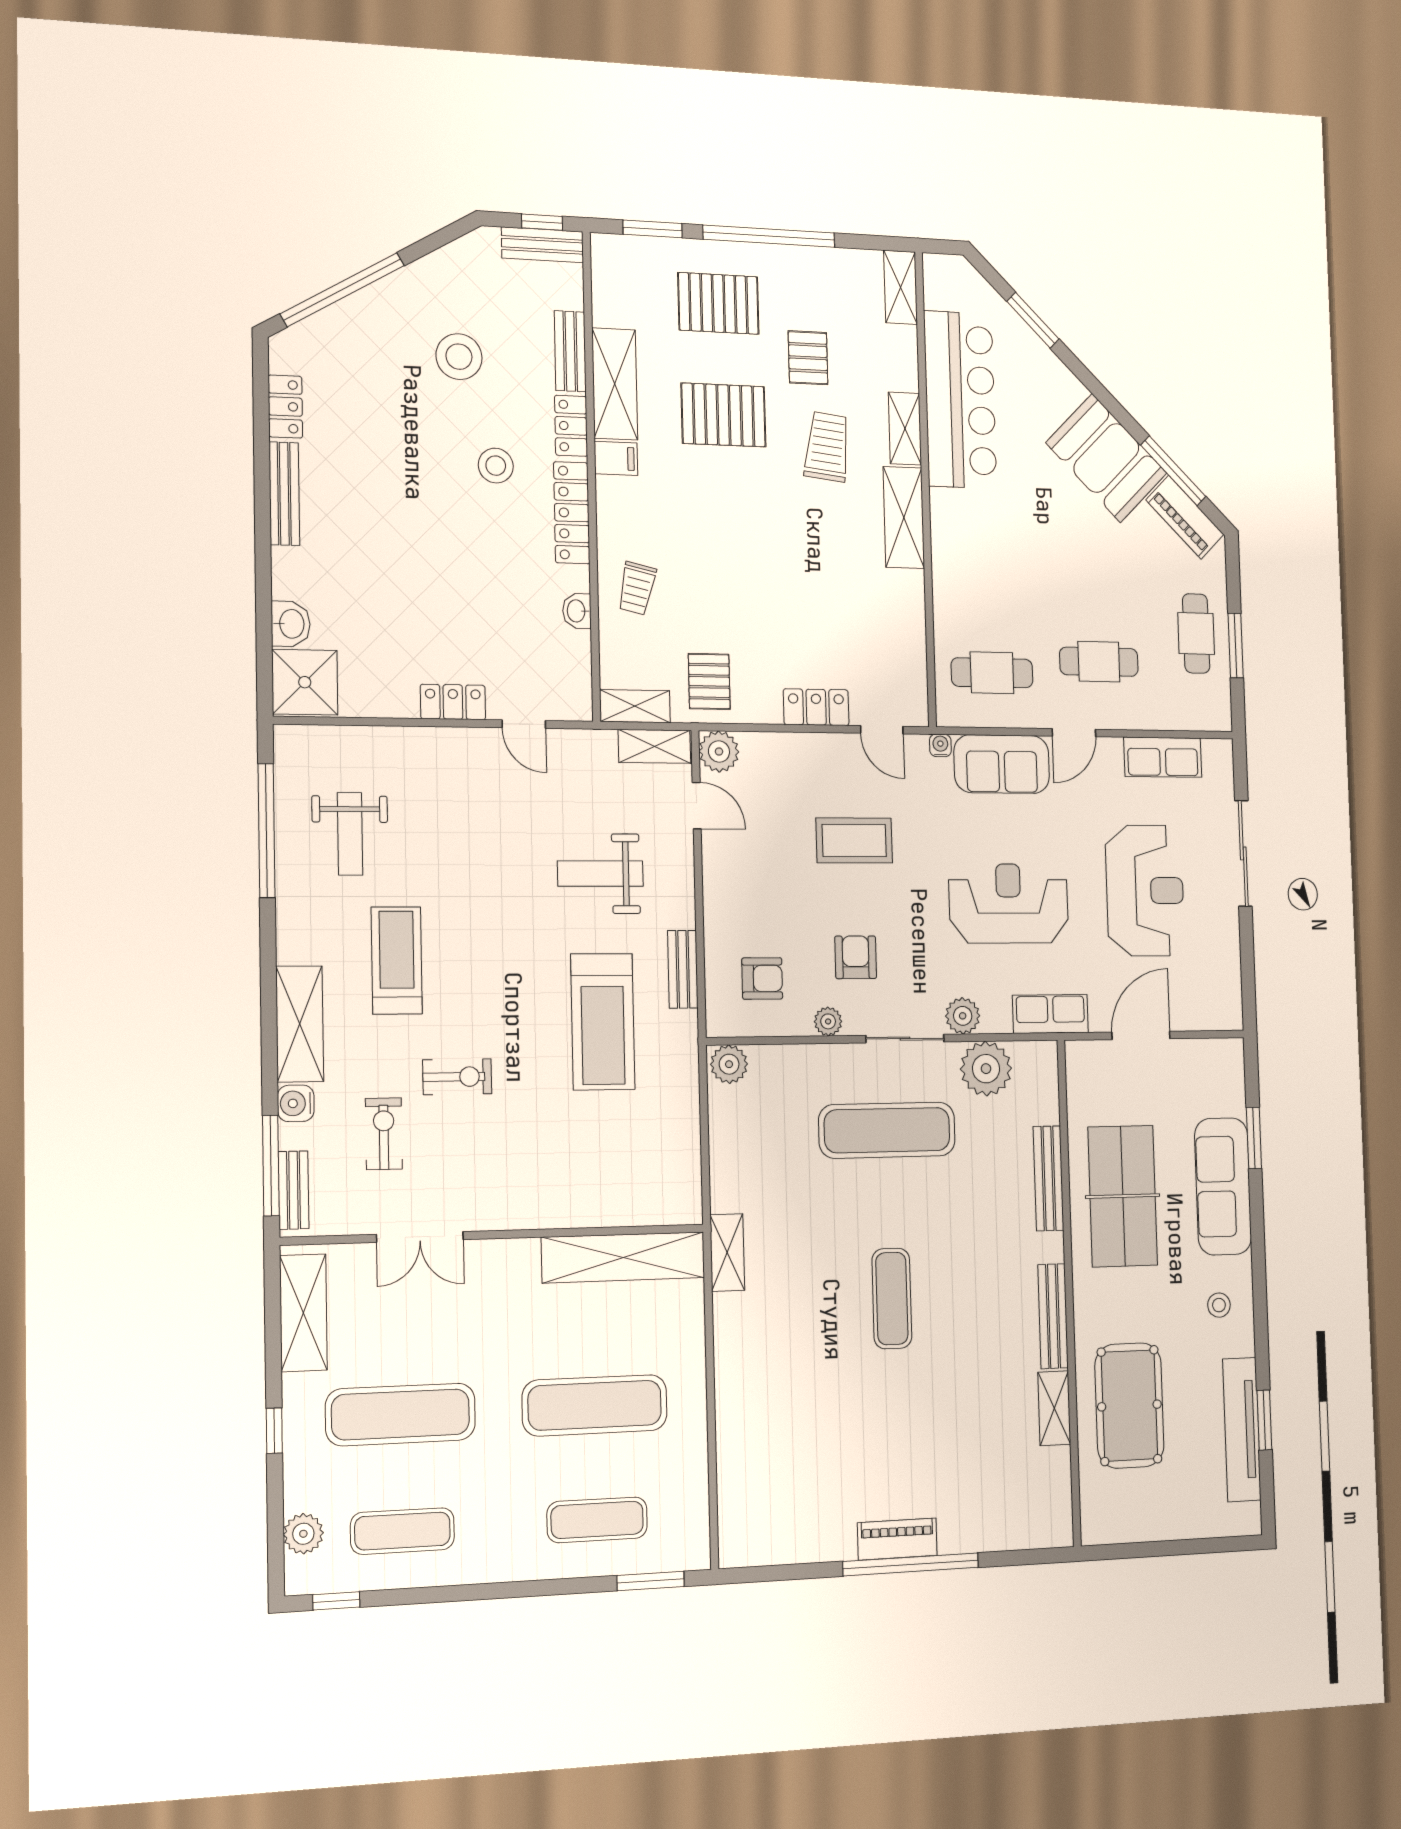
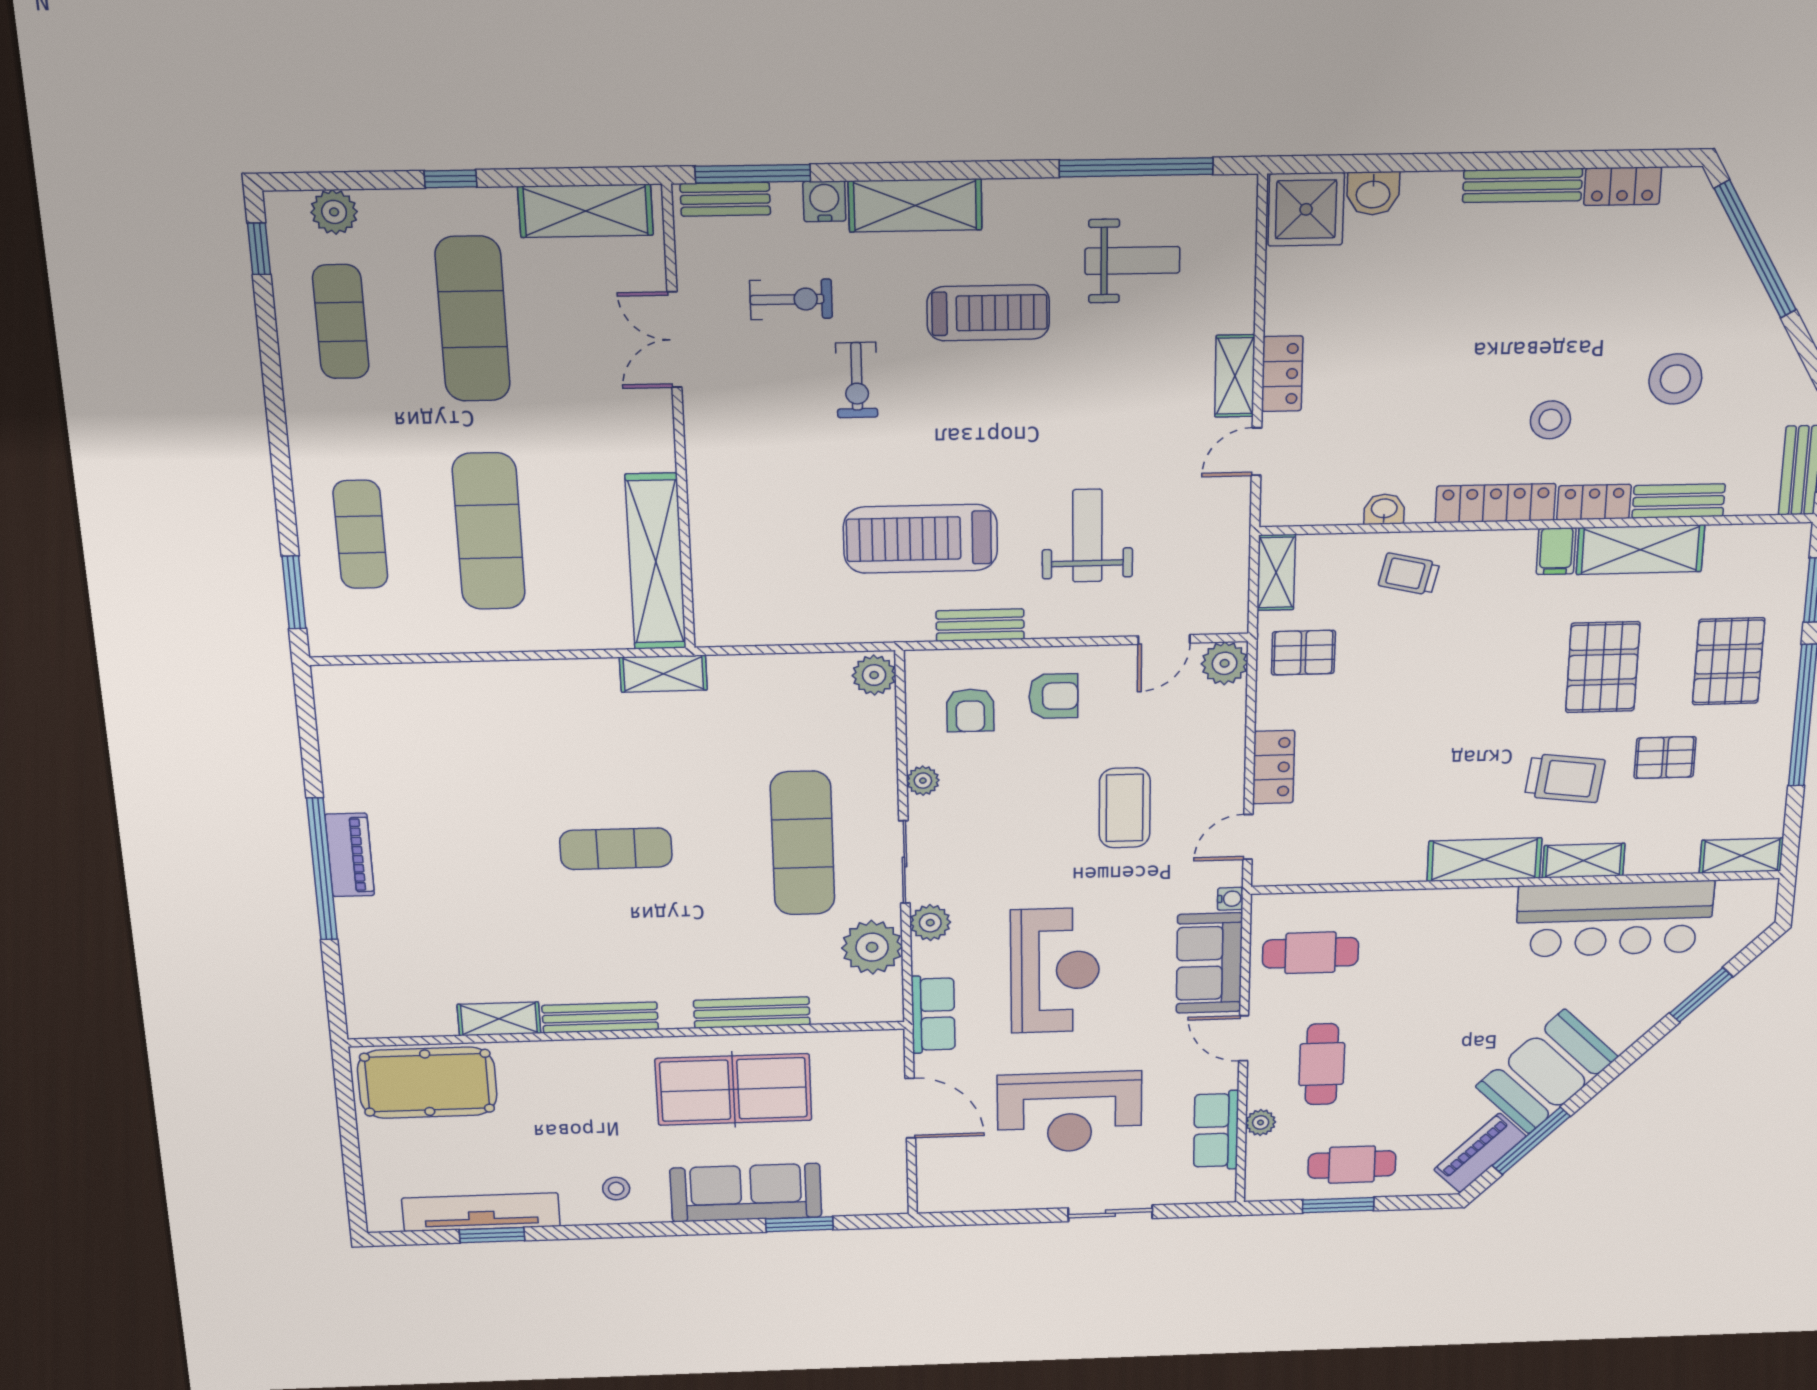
cafe table: (992, 673) -> (1311, 953), turned 90
plant: (1155, 717) -> (1261, 1122), added
shelving: (654, 746) -> (1235, 376), moved
weight bench: (350, 834) -> (1132, 261), turned 180
sliding door: (1243, 853) -> (1110, 1213), width x0.73
armchair: (856, 957) -> (1053, 696), moved
pool table: (1129, 1405) -> (427, 1083), moved

